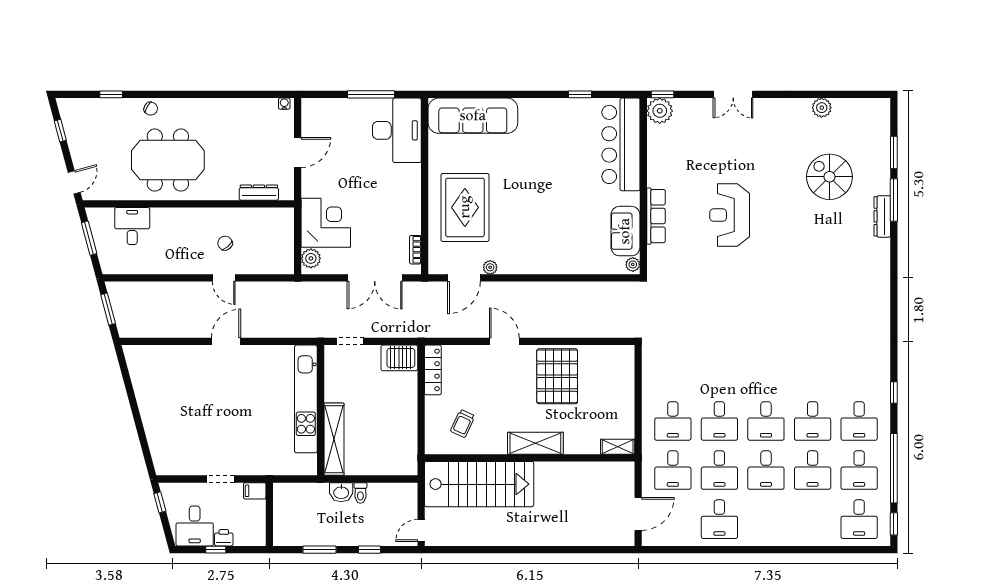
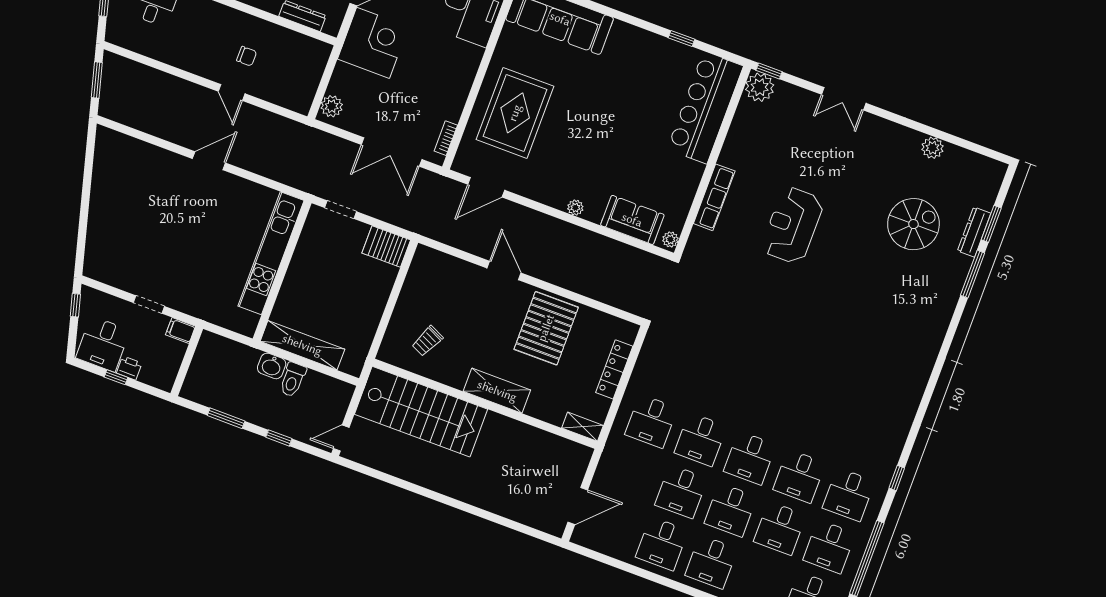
spiral stairs: (829, 177) -> (913, 224), turned 90
dresser: (882, 216) -> (974, 232), moved
corner desk: (326, 223) -> (373, 43), moved
sofa: (625, 231) -> (632, 220), moved, turned 90
chair: (225, 243) -> (247, 56), turned 129
plant: (490, 267) -> (575, 208), moved
locker: (433, 370) -> (614, 369), moved, turned 180
shelving: (334, 439) -> (302, 345), moved, turned 90
desk: (673, 470) -> (711, 562), moved
toilet: (360, 493) -> (293, 380), width x1.37, depth x1.39

